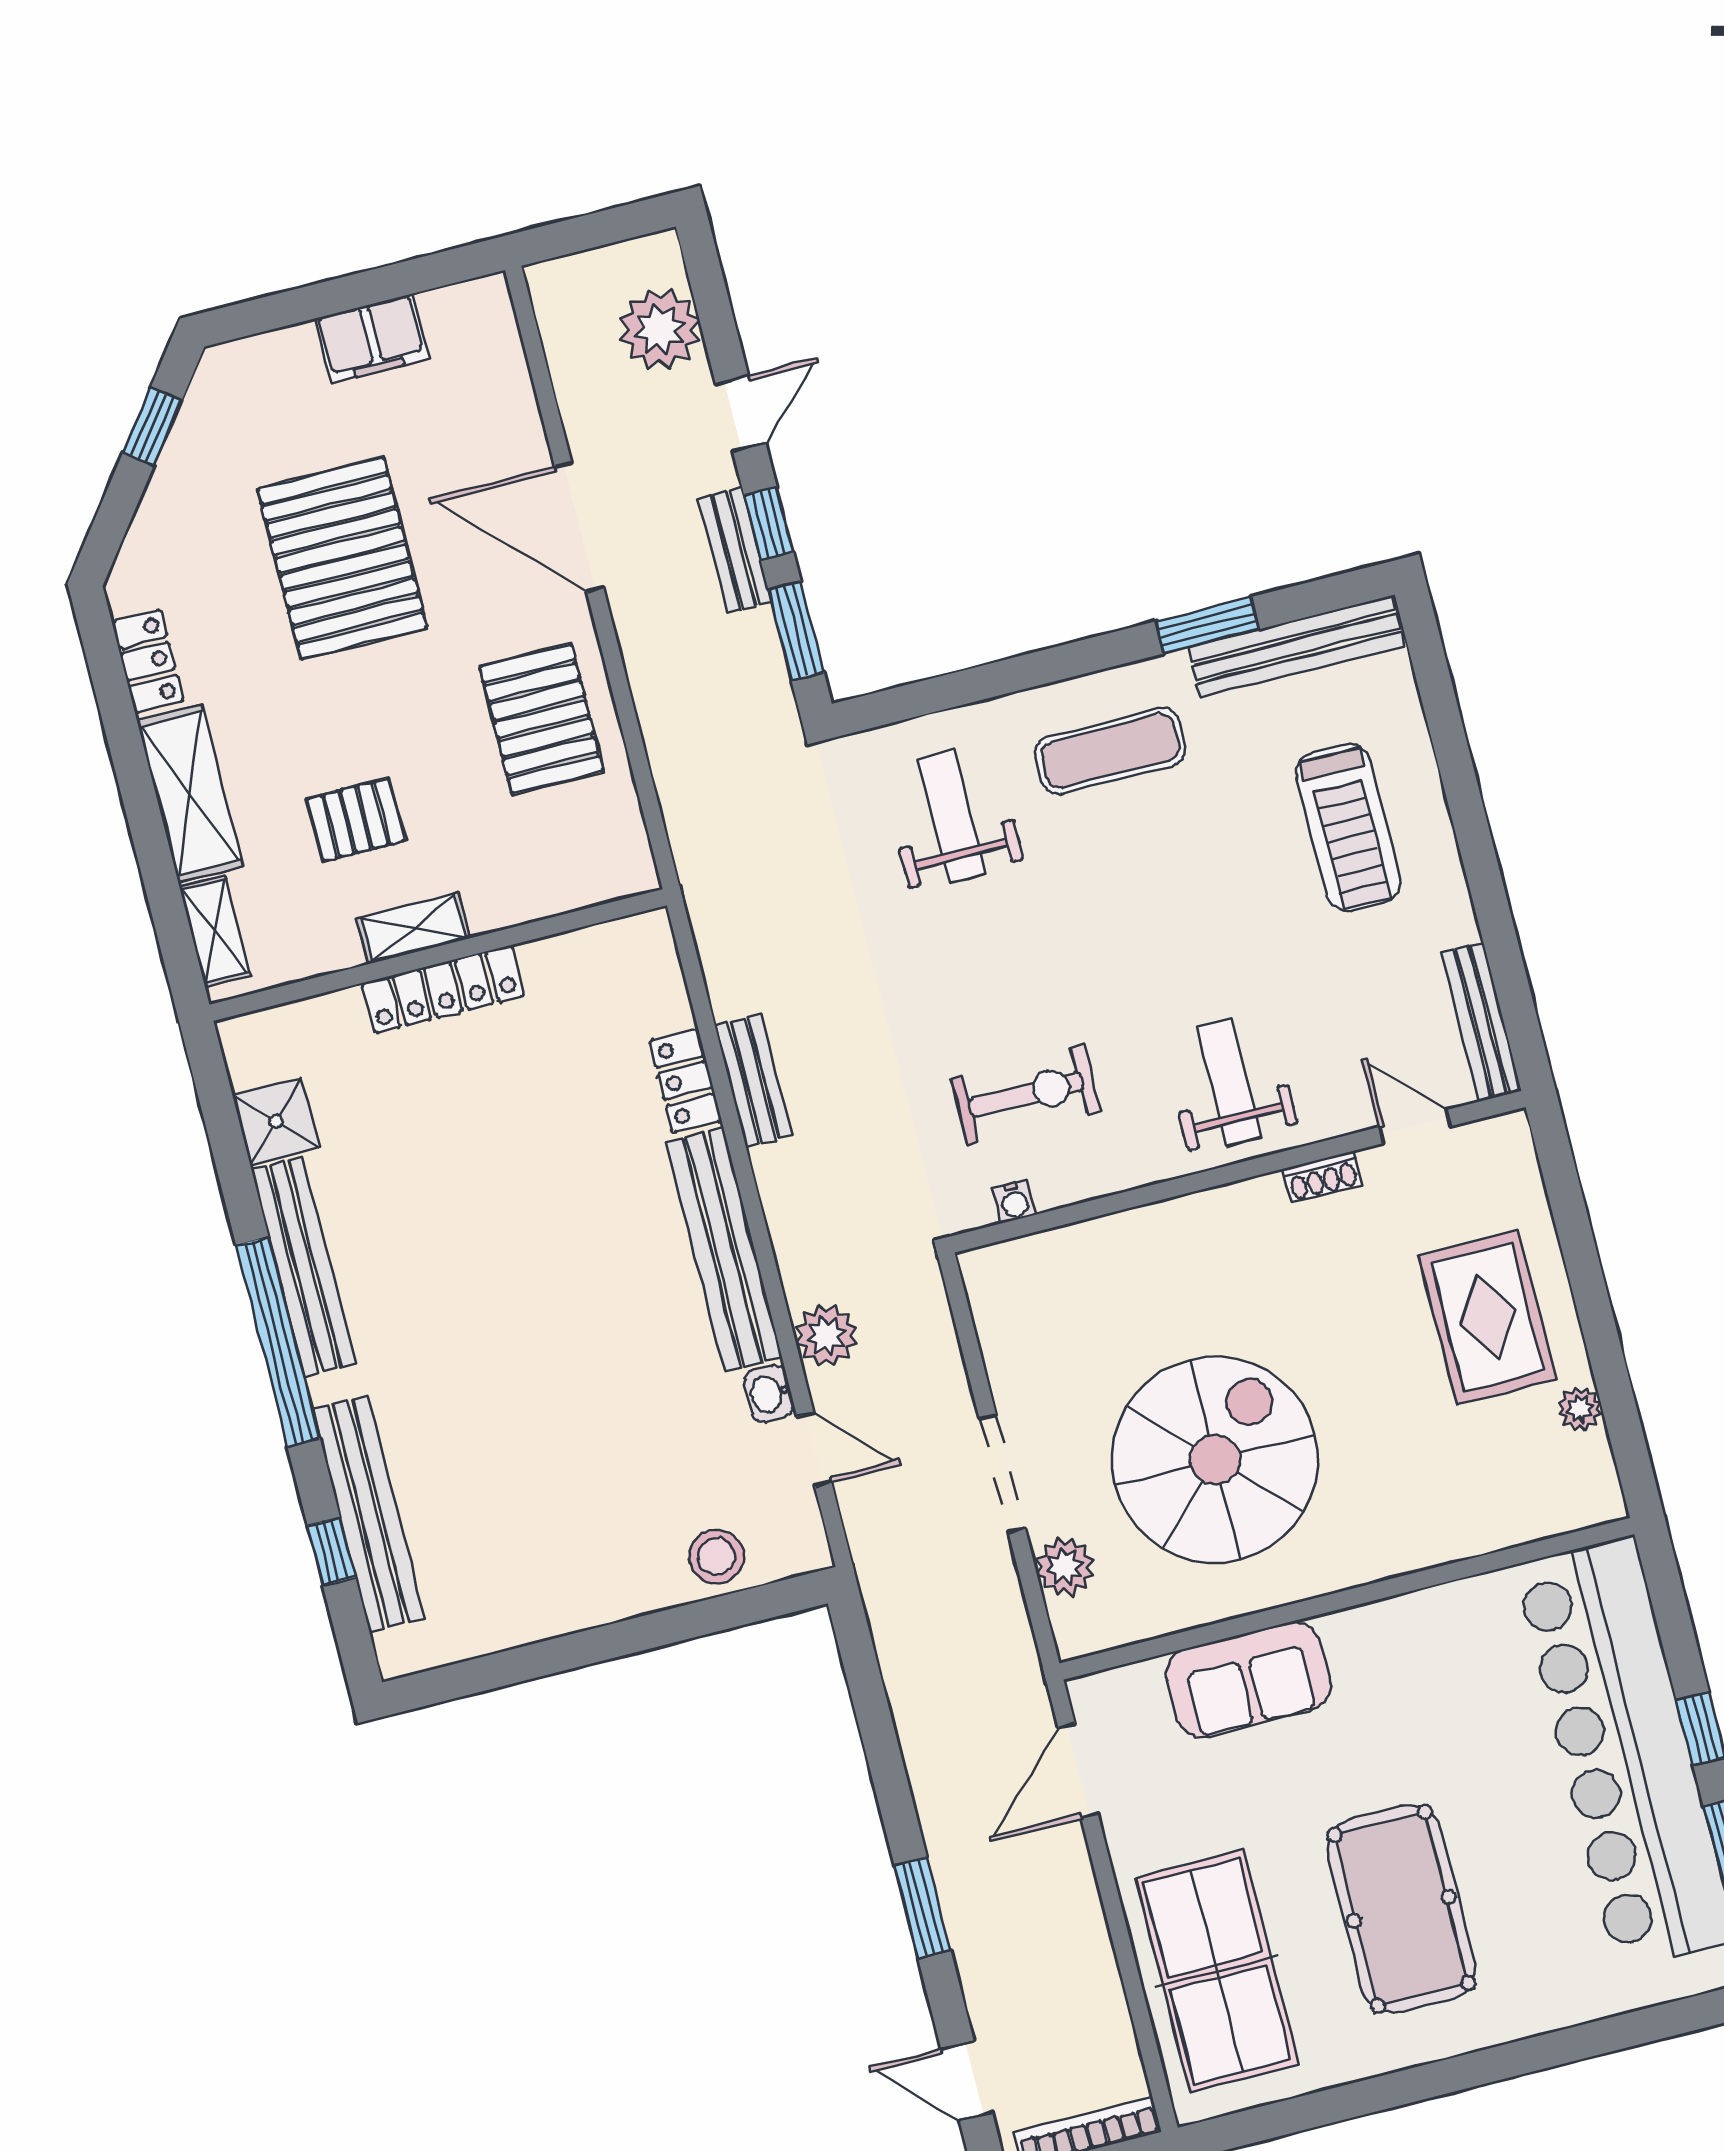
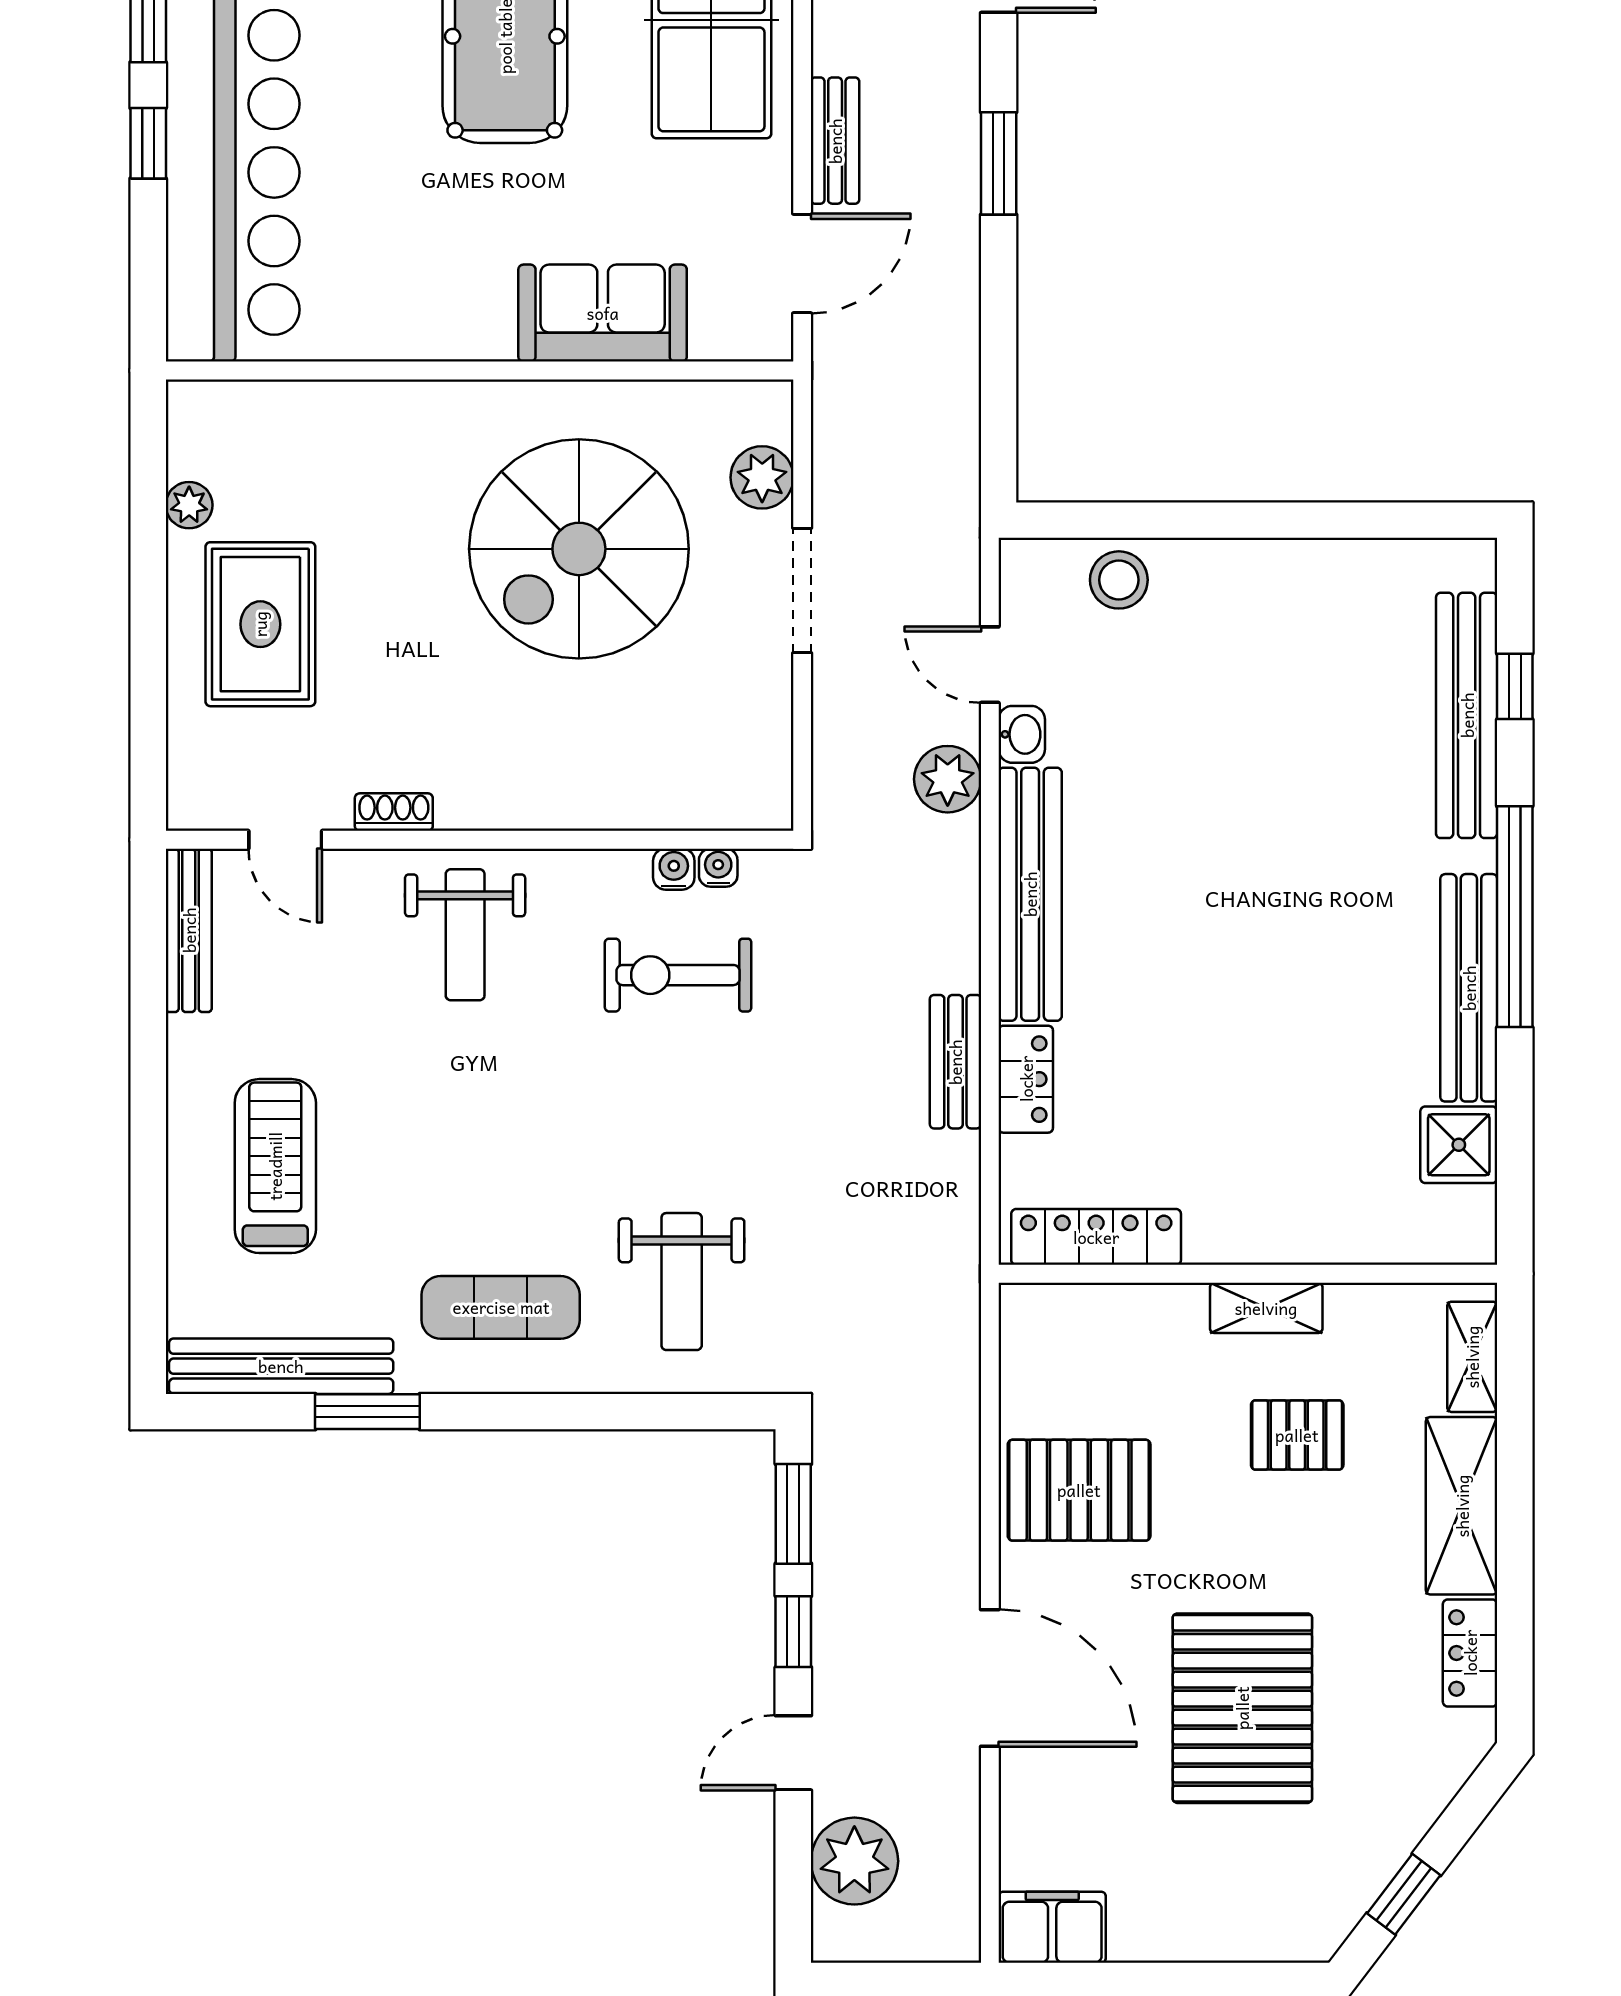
filing cabinet: (372, 339) -> (1052, 1927), moved
bench: (735, 550) -> (835, 141), moved
pallet: (542, 719) -> (1079, 1490), turned 90
locker: (443, 989) -> (1096, 1237), moved
water cooler: (1054, 1190) -> (674, 869), added

